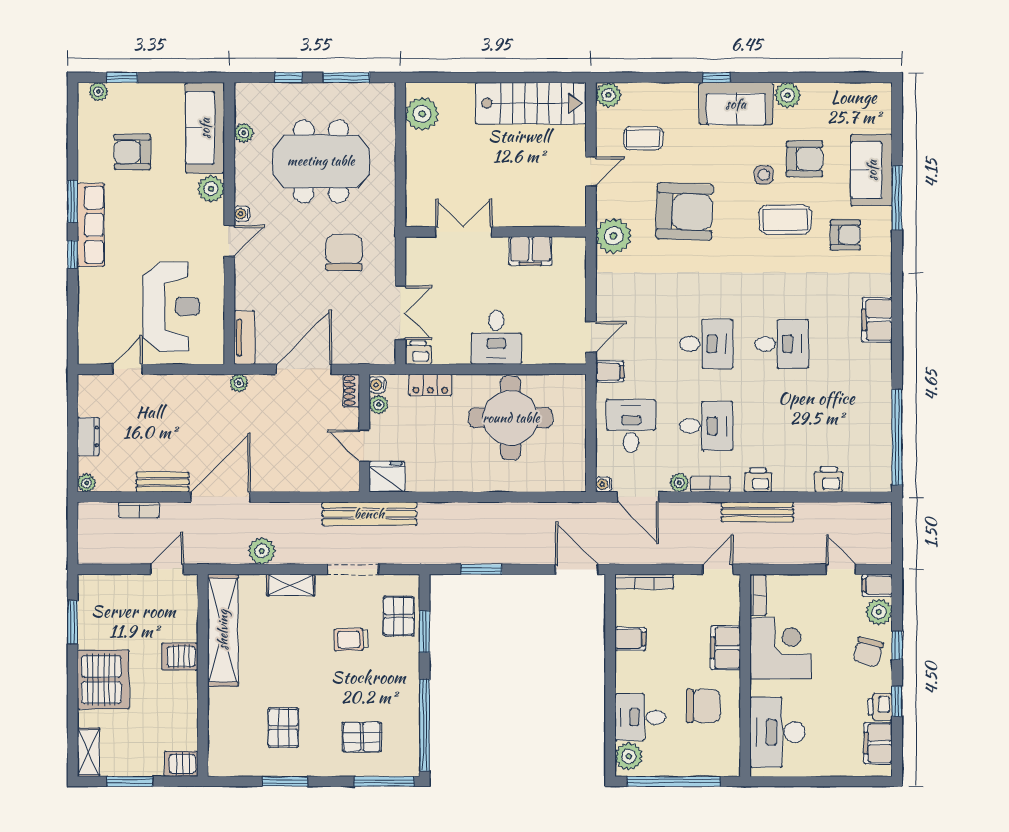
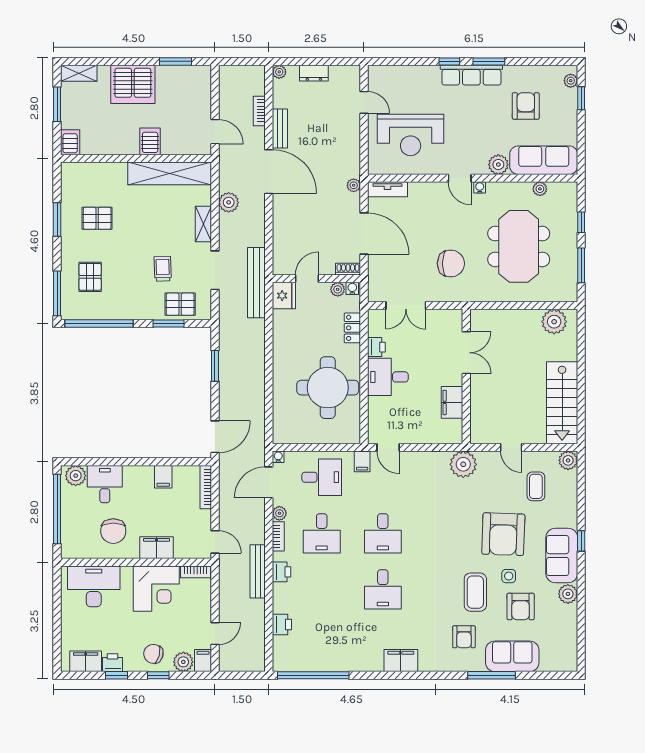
armchair: (685, 212) -> (503, 534), moved
printer: (418, 353) -> (376, 347), moved

